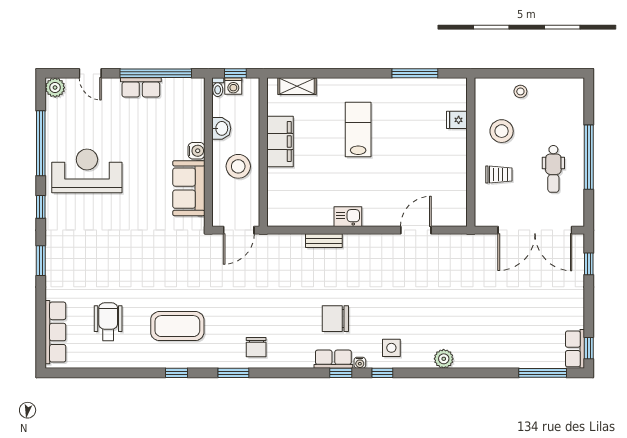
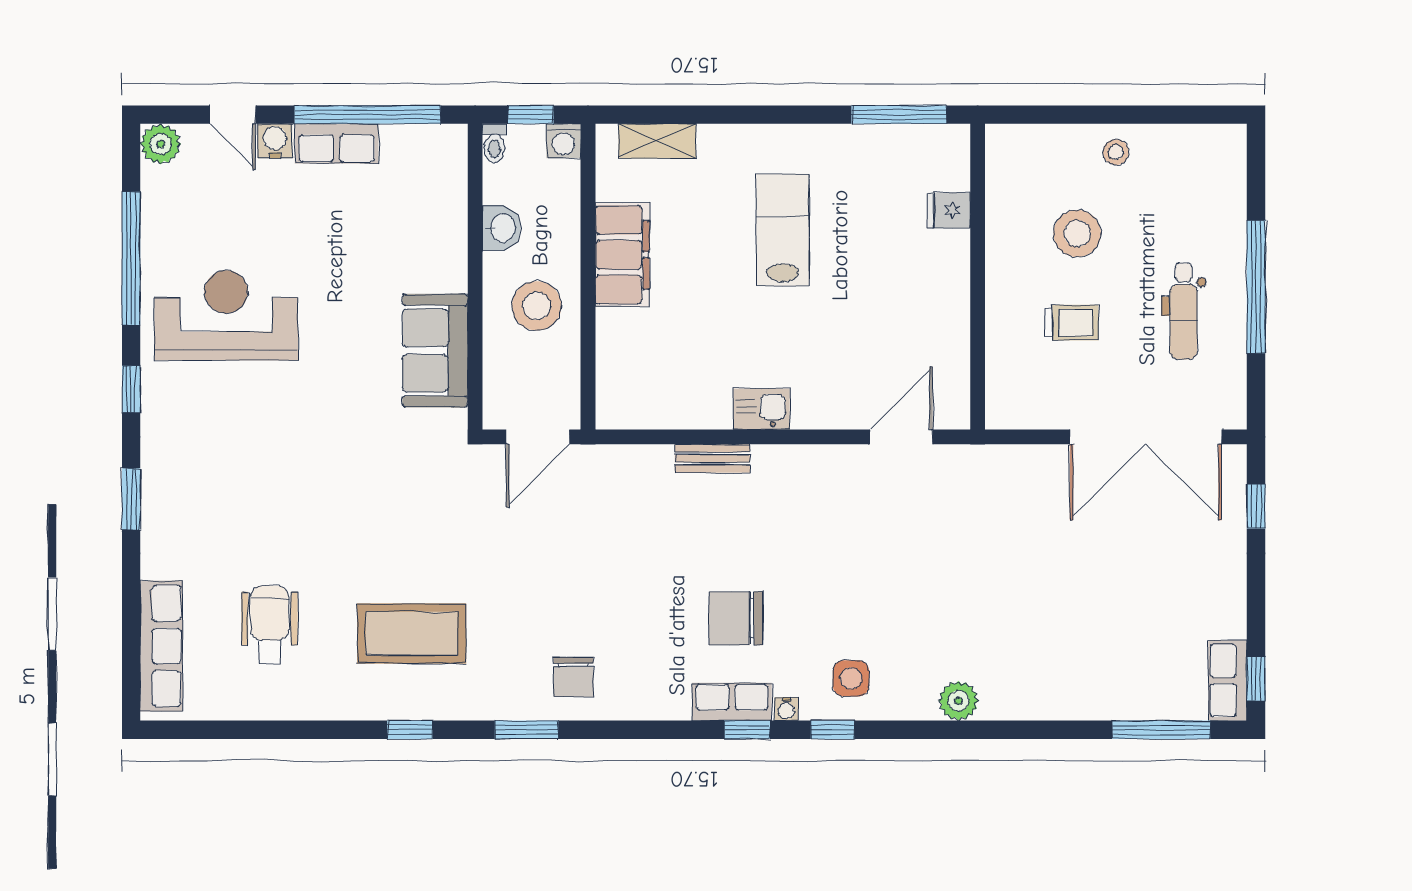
washing machine: (233, 86) -> (564, 141), moved
fridge: (457, 120) -> (949, 210), moved
water cooler: (196, 151) -> (275, 141), moved, turned -90
wall: (471, 152) -> (978, 277), moved

